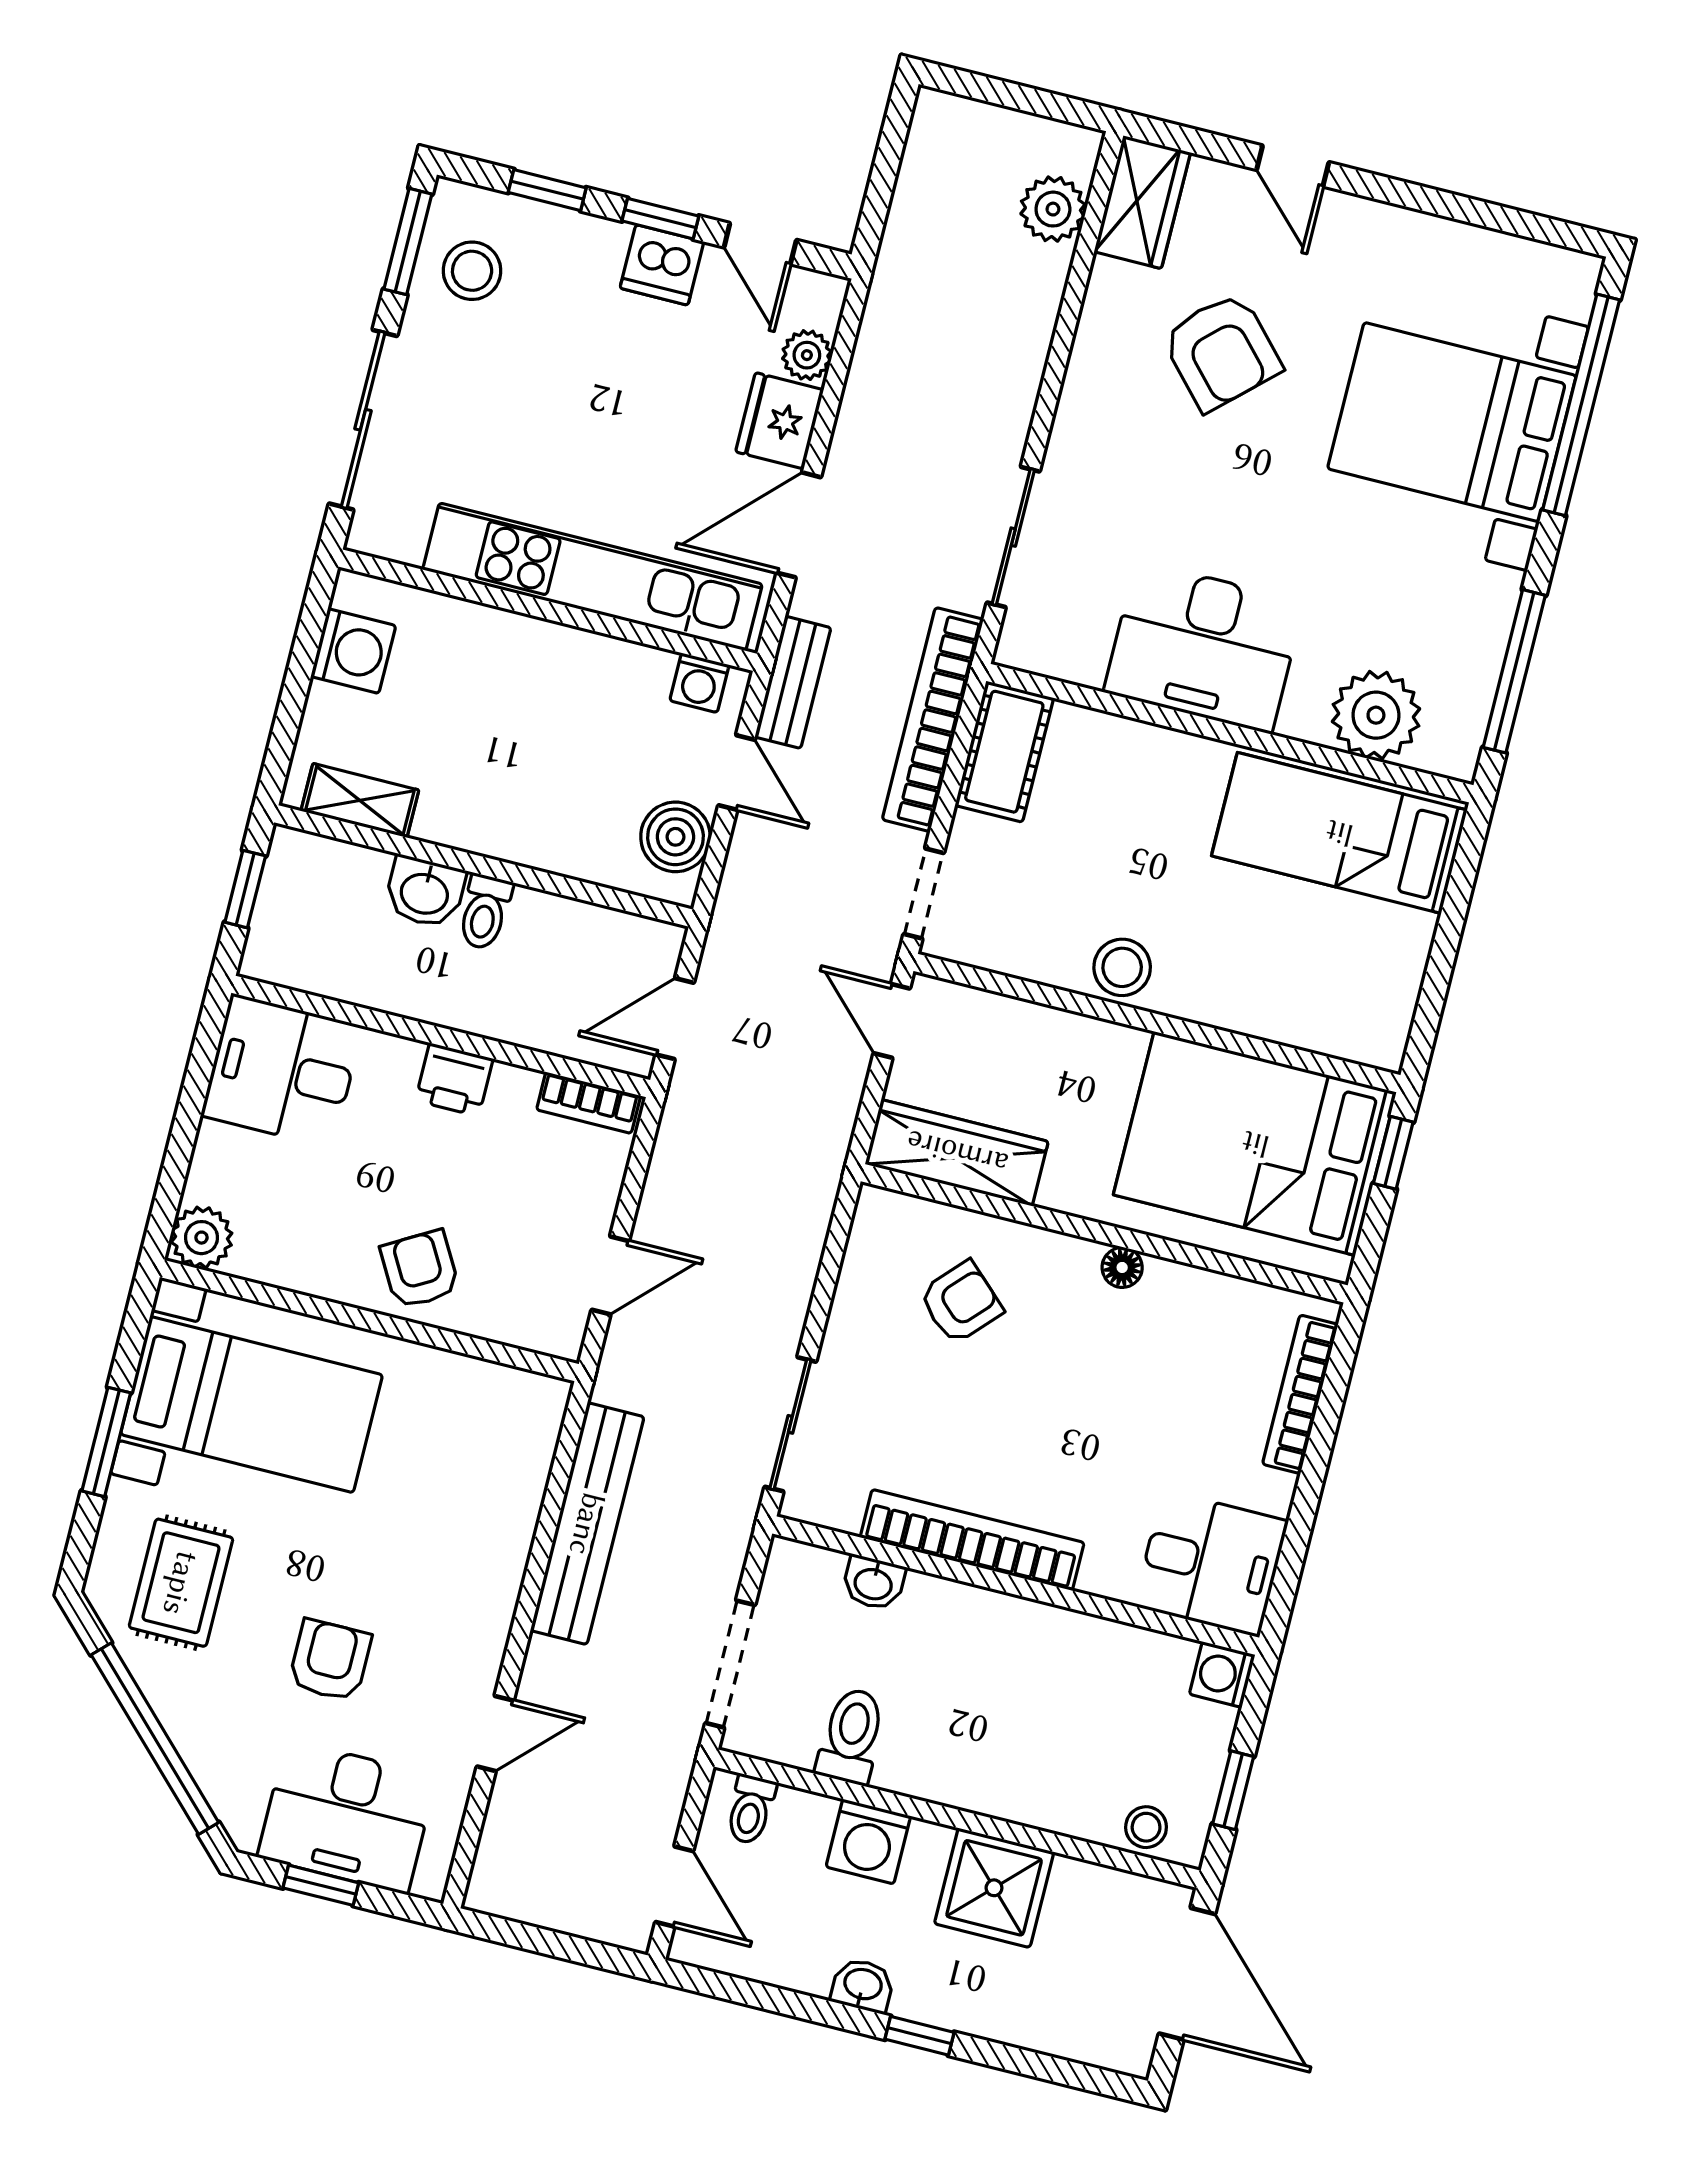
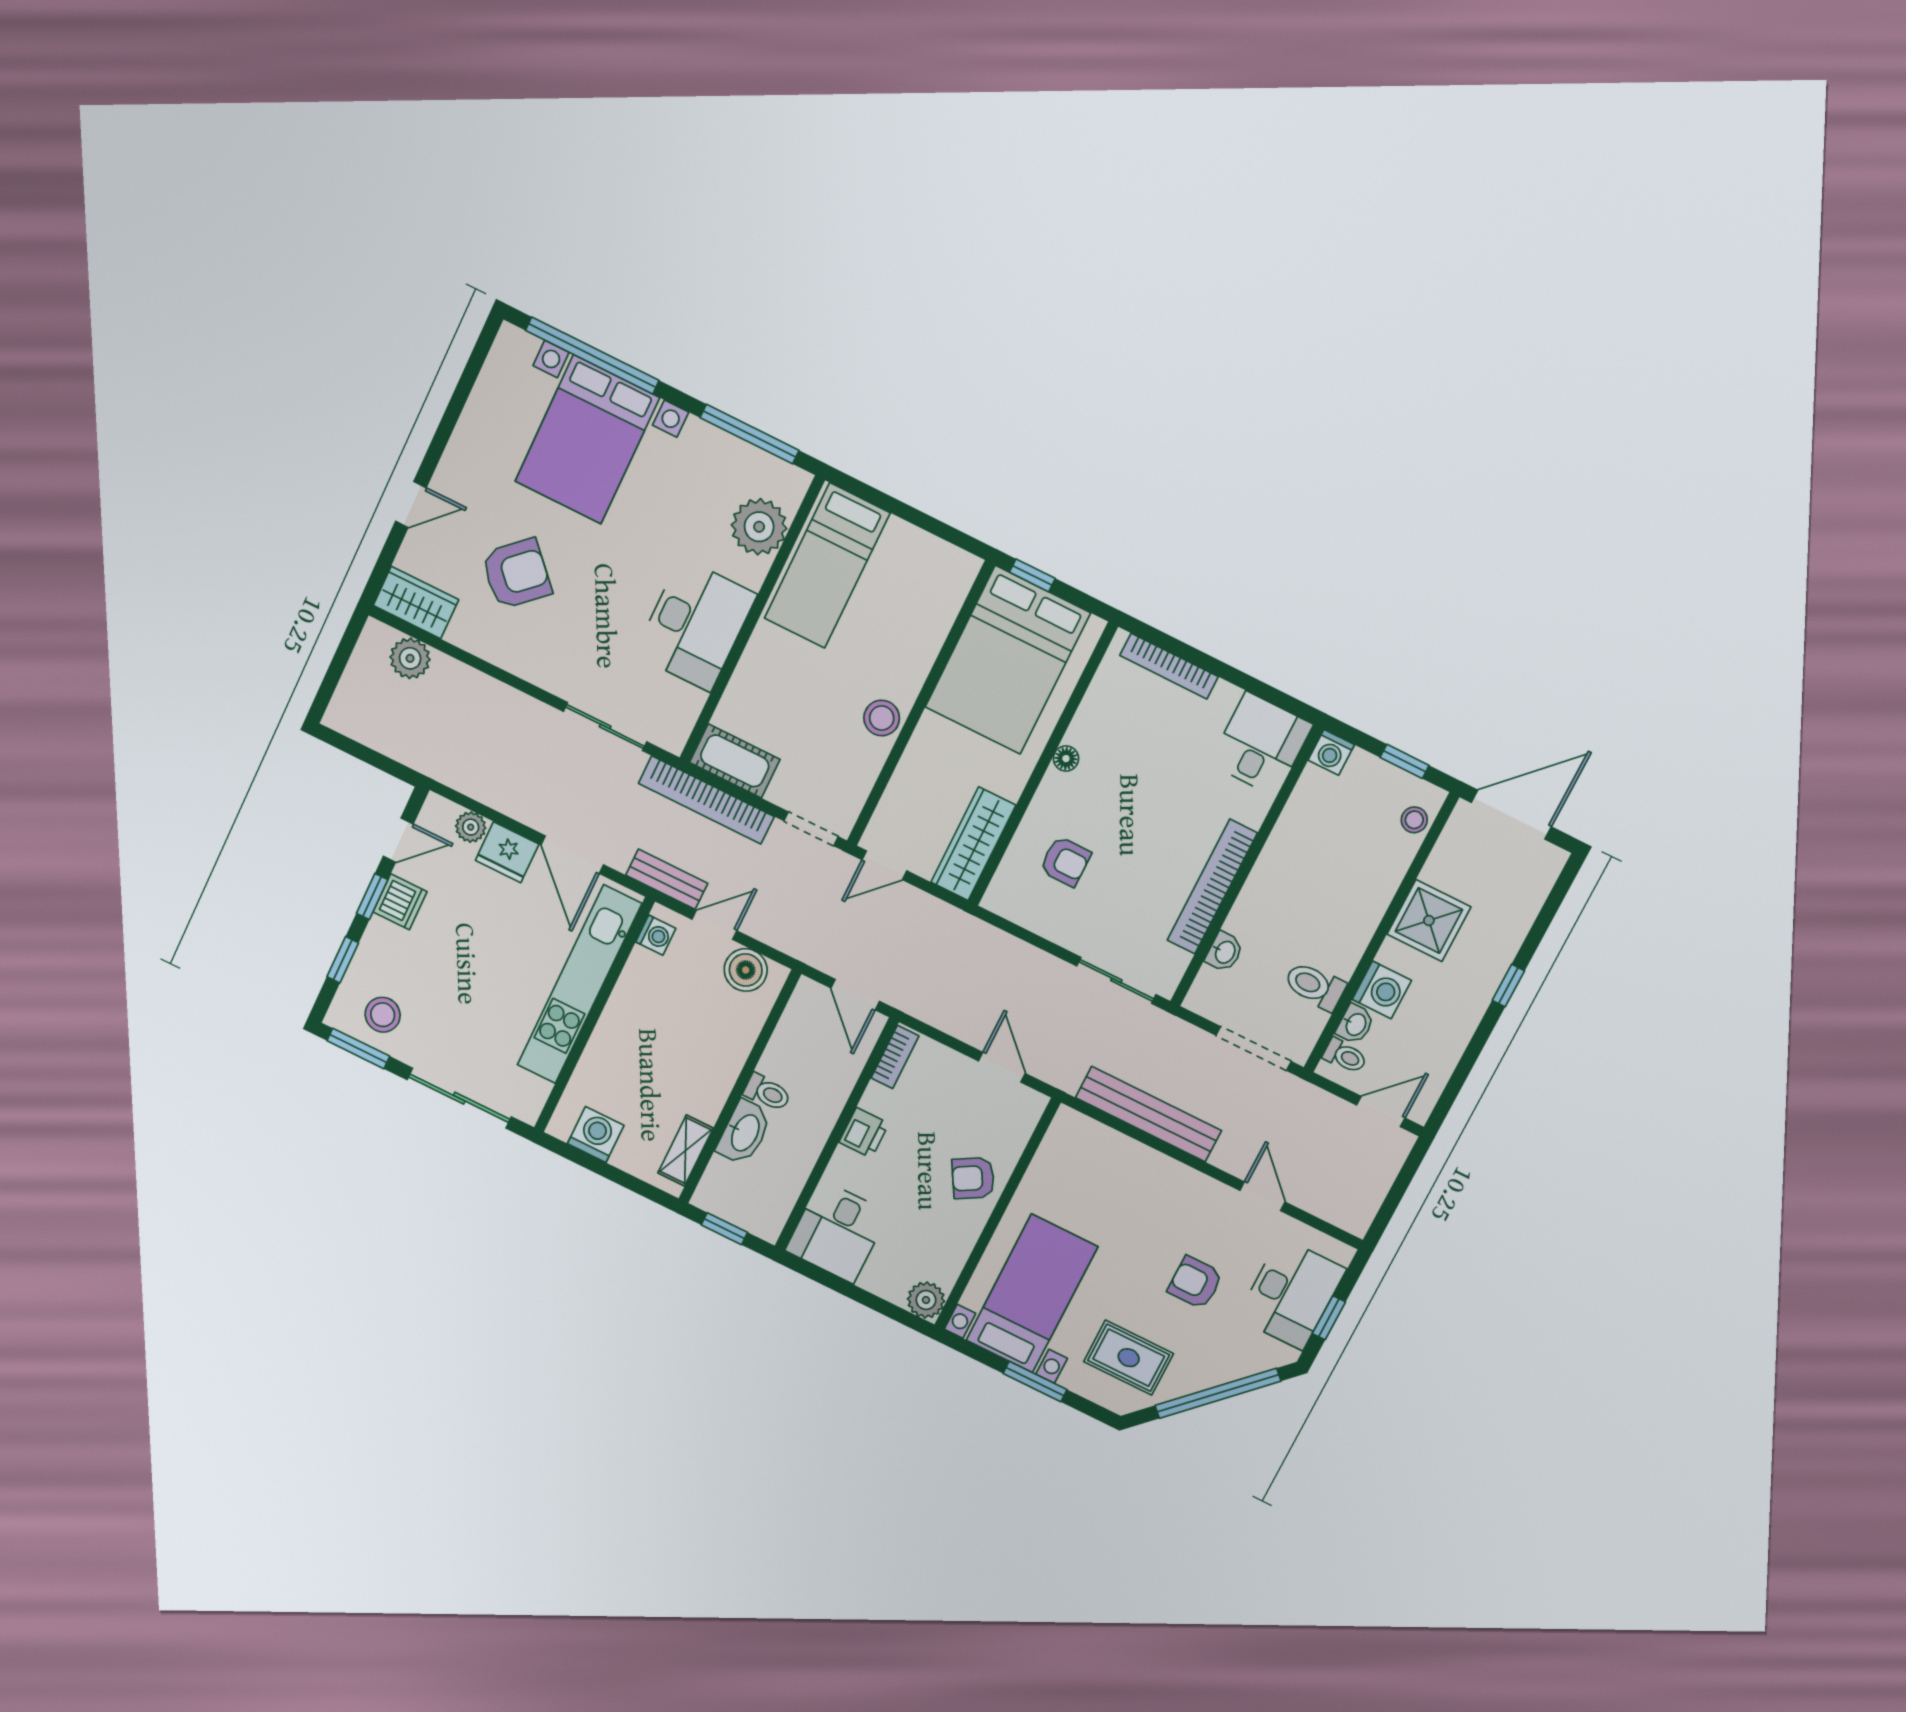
washbasin: (425, 892) -> (744, 1132), width x1.38
armchair: (961, 1302) -> (1065, 861), turned 137
washbasin: (863, 1985) -> (1355, 1024), moved, turned 180

